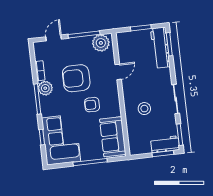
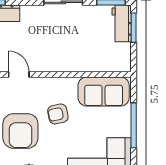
armchair: (92, 105) -> (58, 114), turned 78
stool: (144, 109) -> (71, 45), removed

